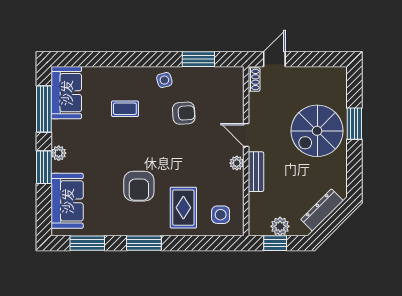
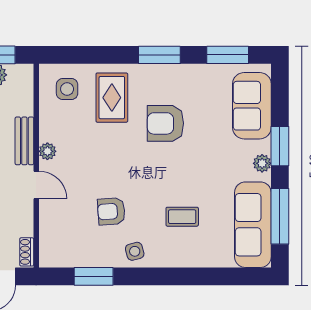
sofa: (66, 93) -> (253, 225), width x1.36
armchair: (139, 186) -> (165, 123), turned -90

